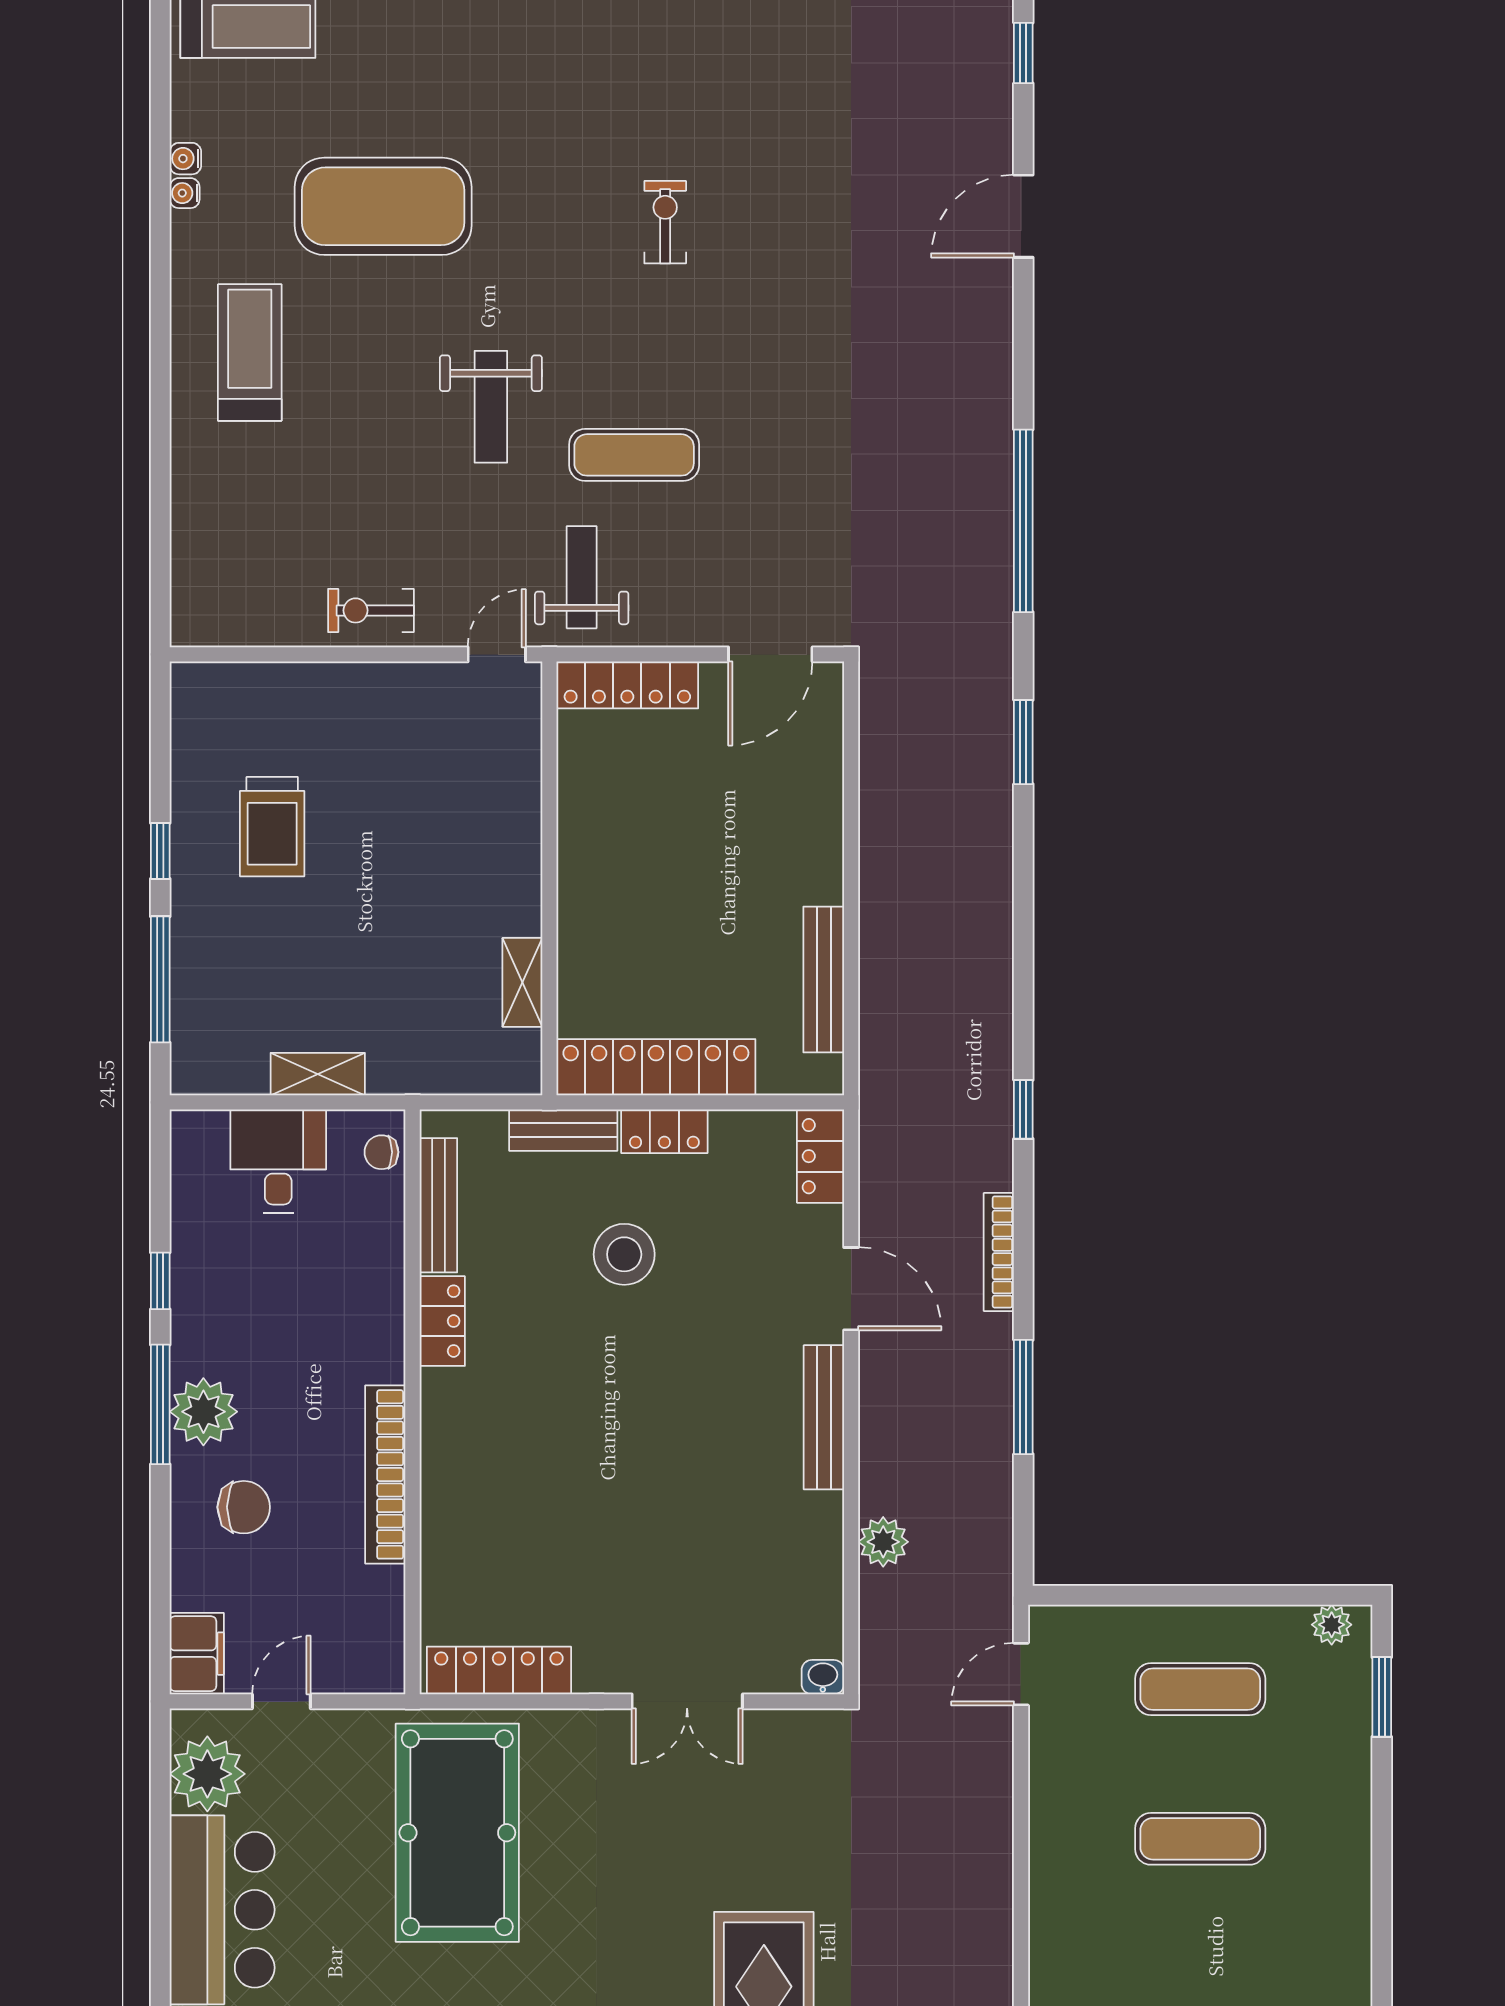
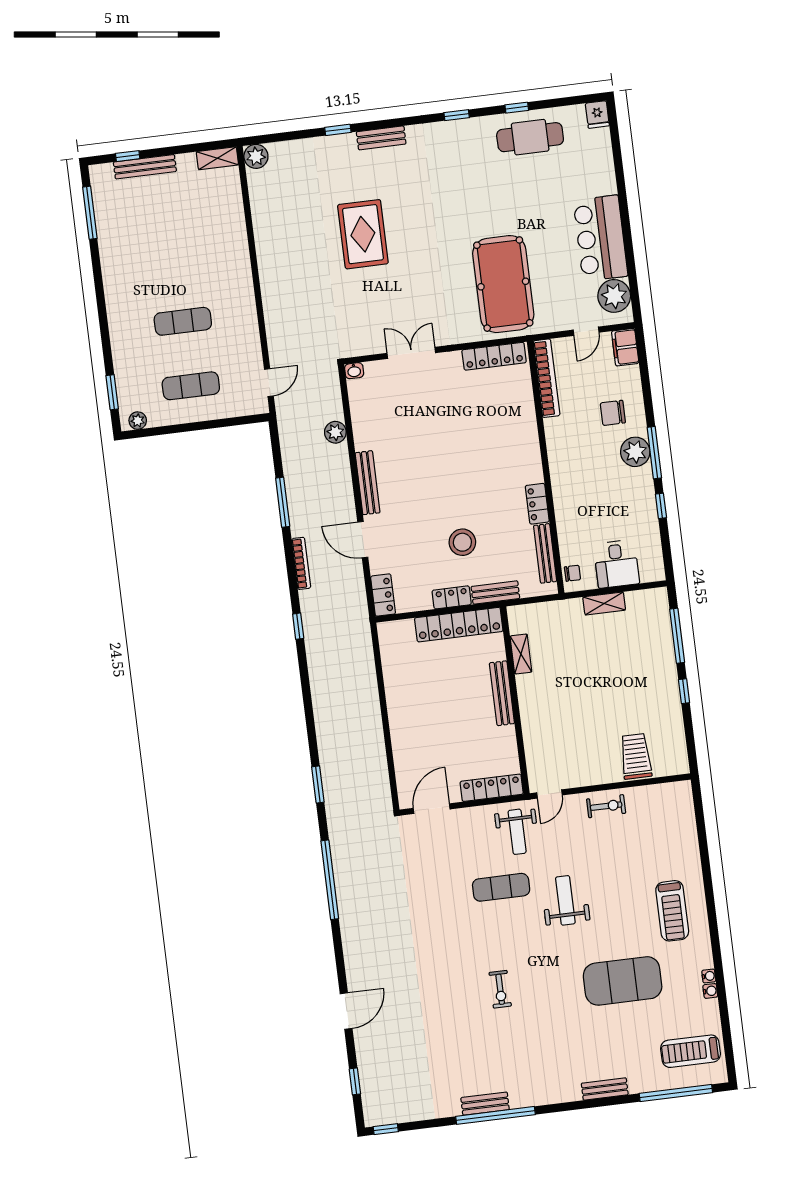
trolley: (272, 827) -> (636, 756), moved
bench: (824, 980) -> (502, 693), moved
bookcase: (385, 1474) -> (547, 378), moved

